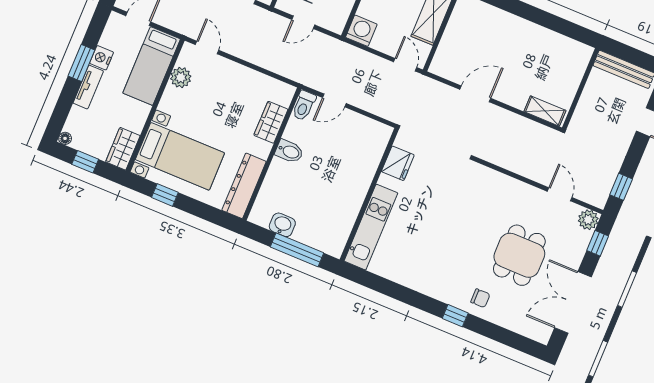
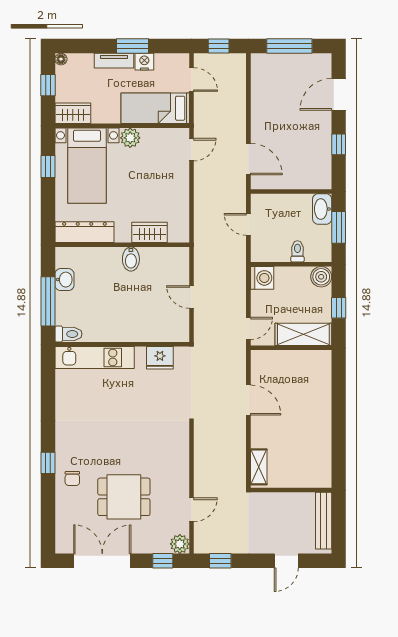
plant: (181, 77) -> (130, 138), moved
door: (334, 100) -> (192, 297), moved
toilet: (304, 106) -> (68, 334), moved, turned 180

